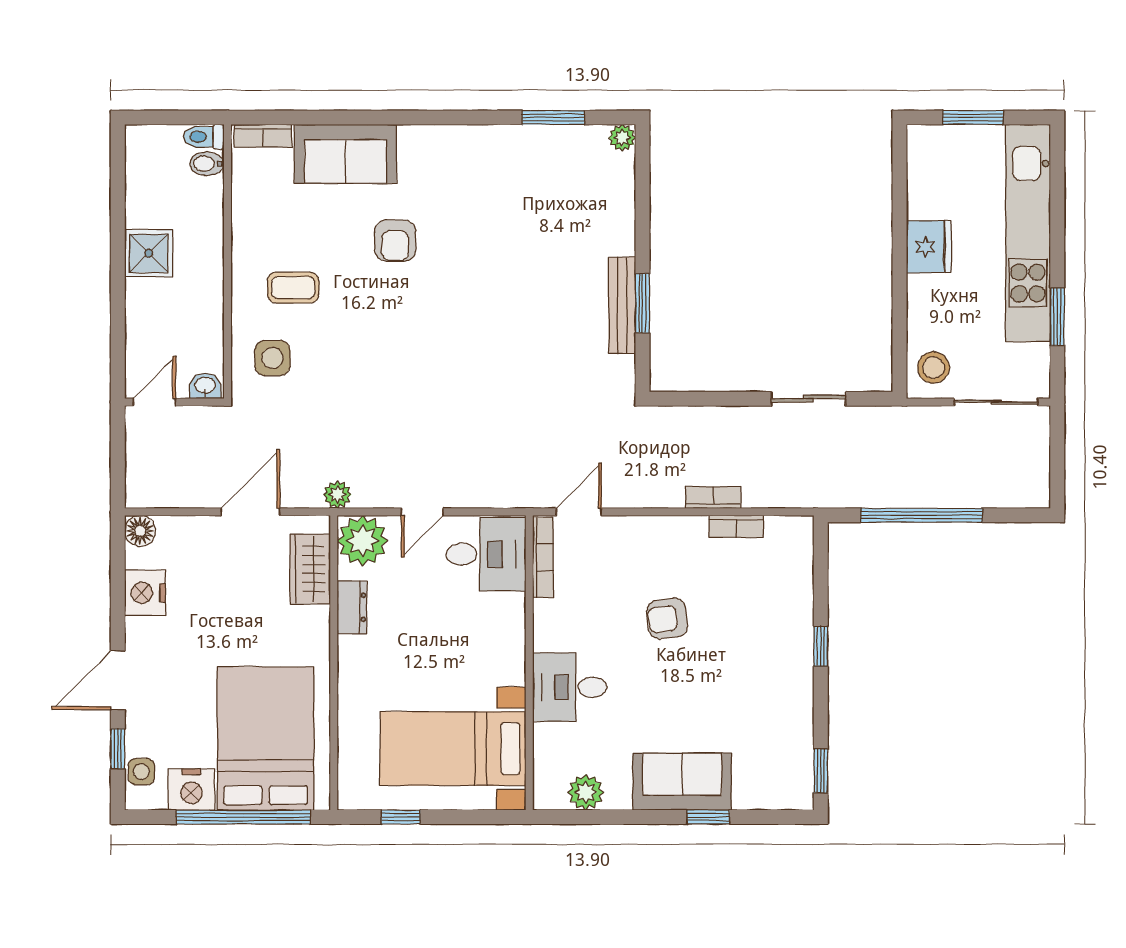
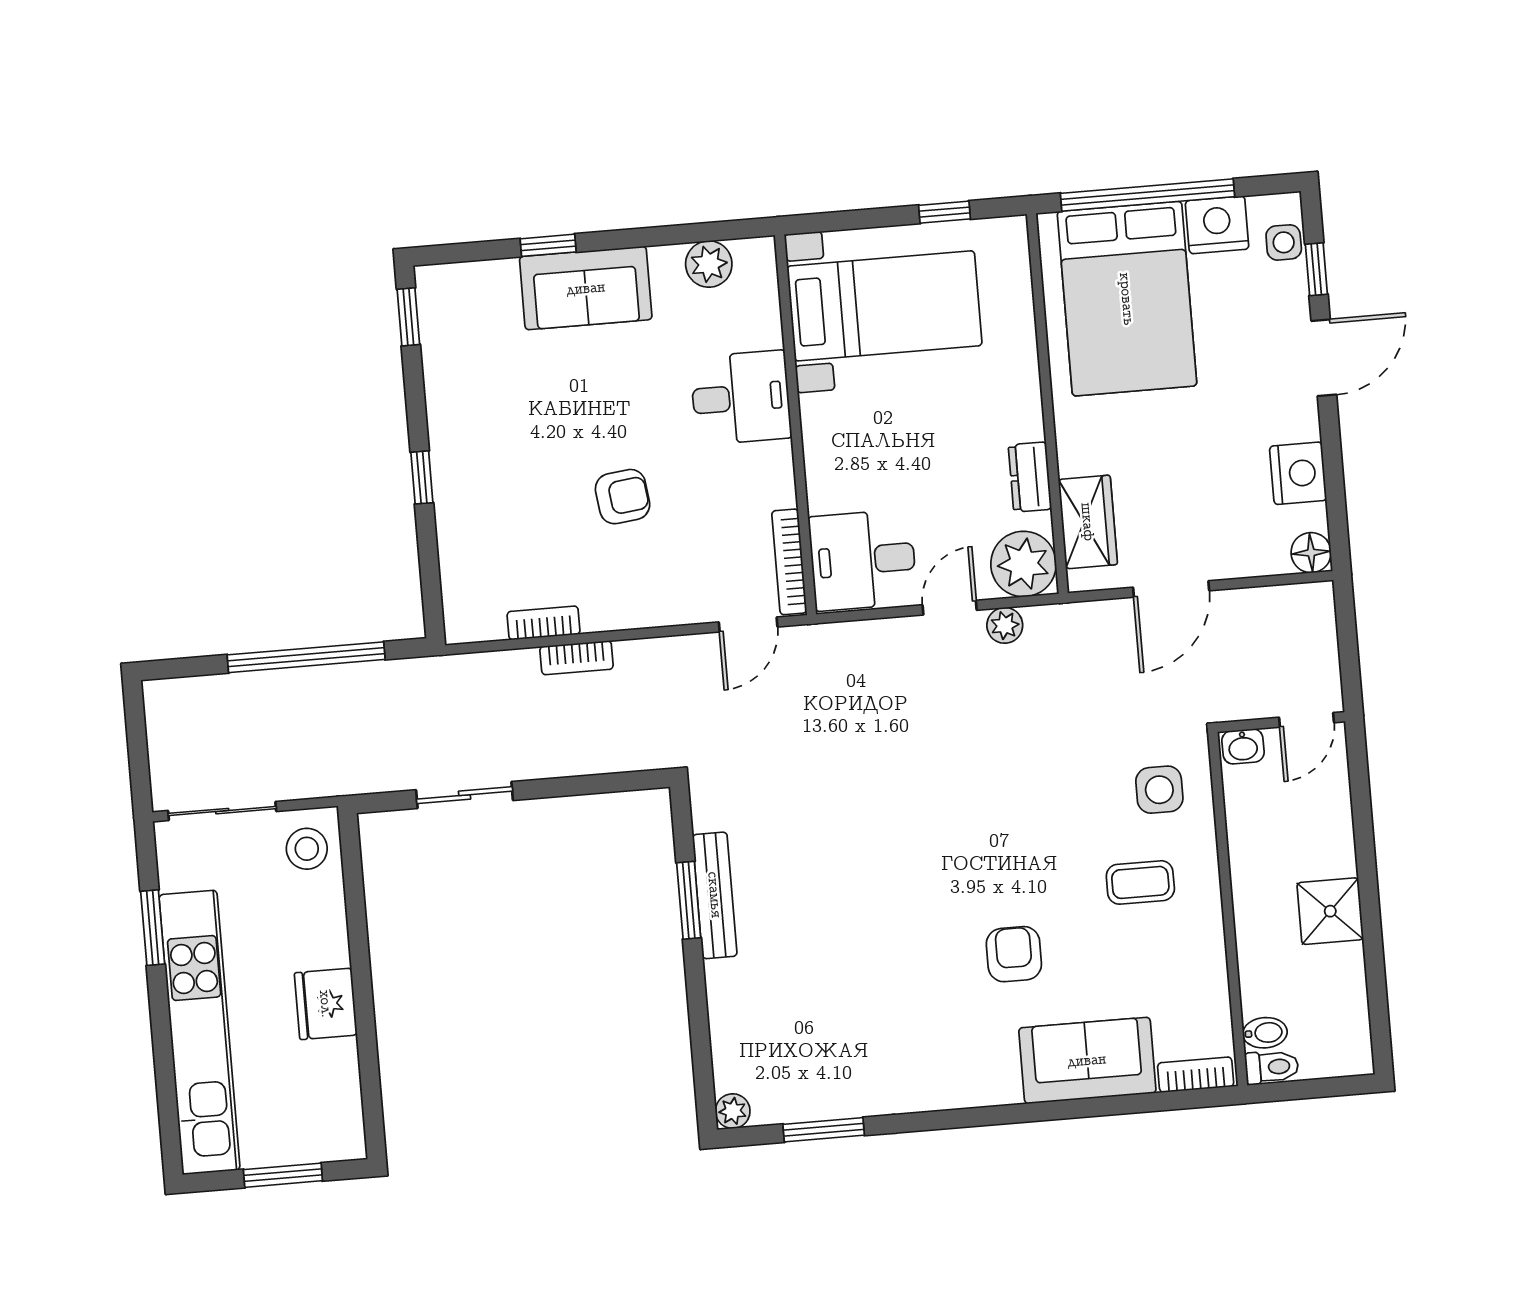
plant: (337, 495) -> (1005, 625), moved

